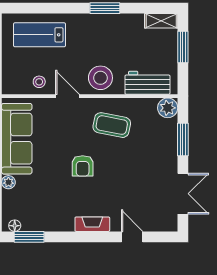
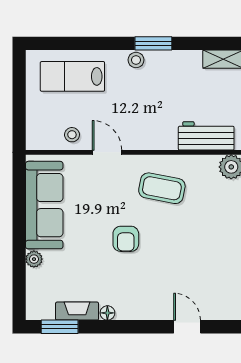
stool: (100, 78) -> (136, 60), moved, width x0.53, depth x0.53
fireplace: (92, 224) -> (77, 311), moved
floor lamp: (15, 226) -> (107, 313), moved

